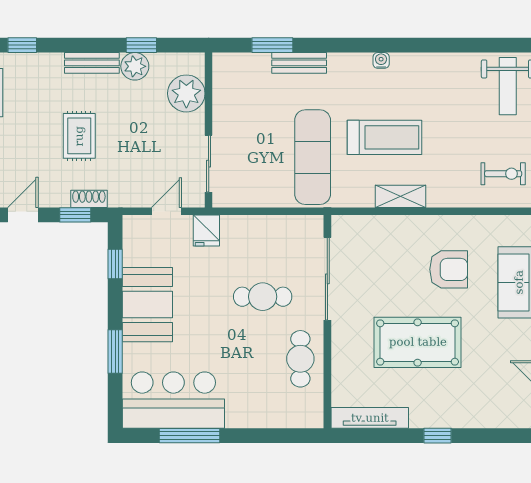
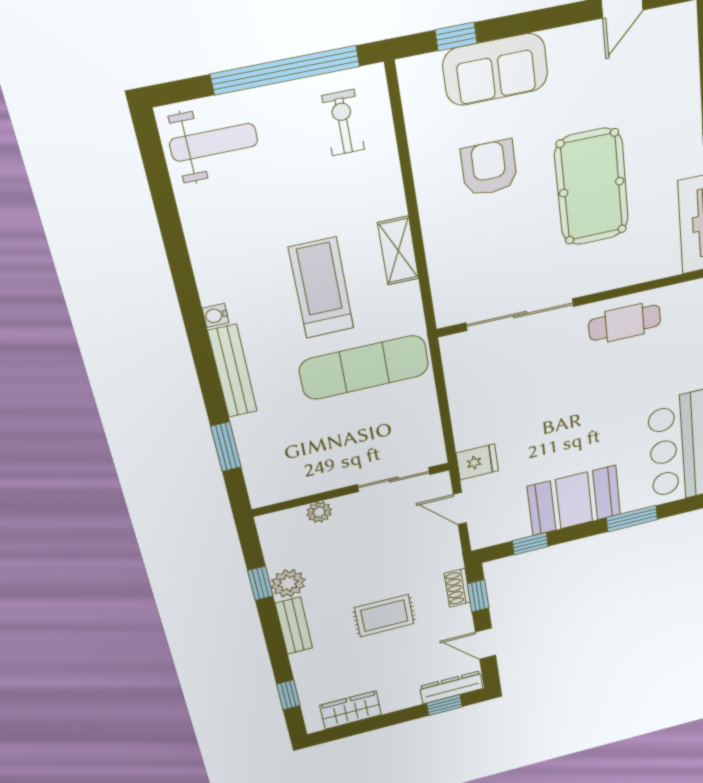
bench: (299, 63) -> (233, 371), moved, width x1.36
plant: (186, 93) -> (319, 512), width x0.53, depth x0.53
cafe table: (263, 297) -> (551, 383), removed

